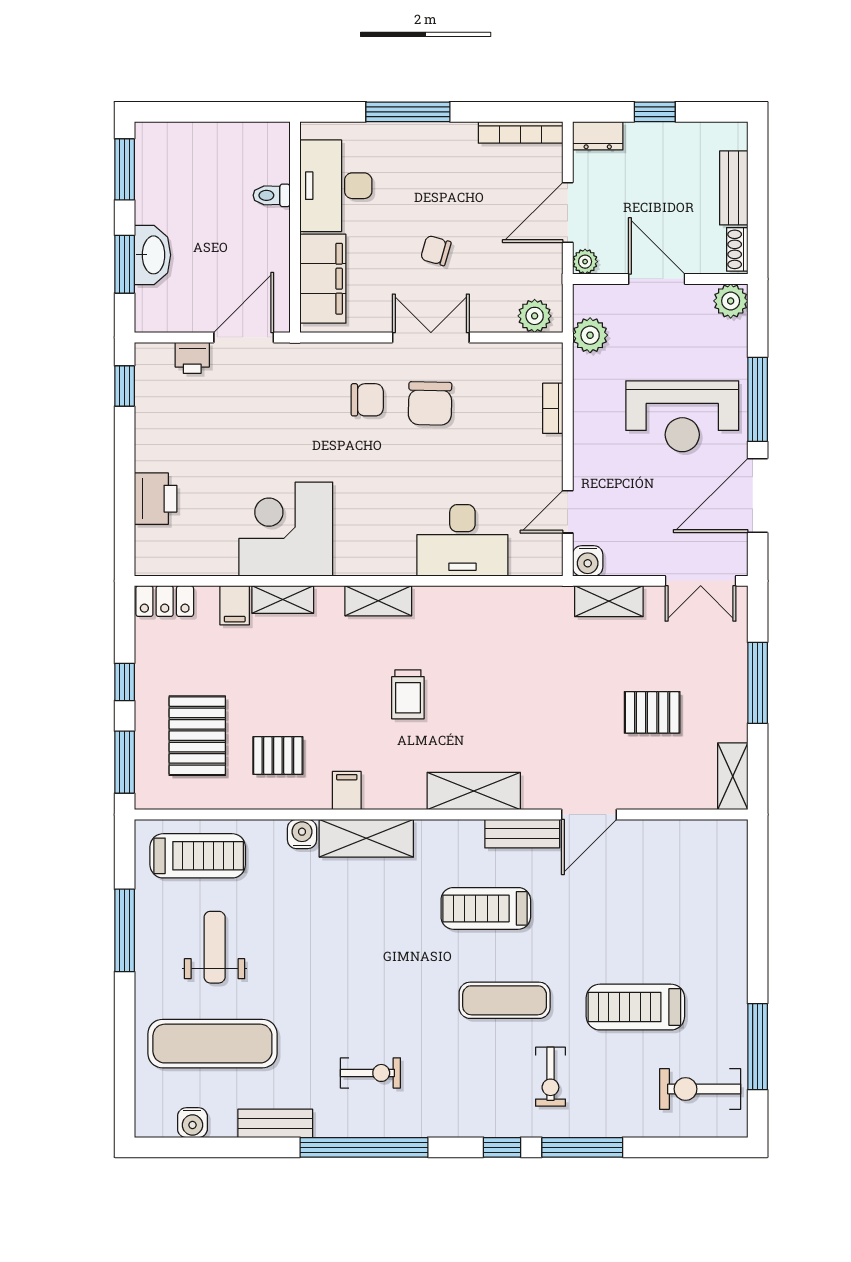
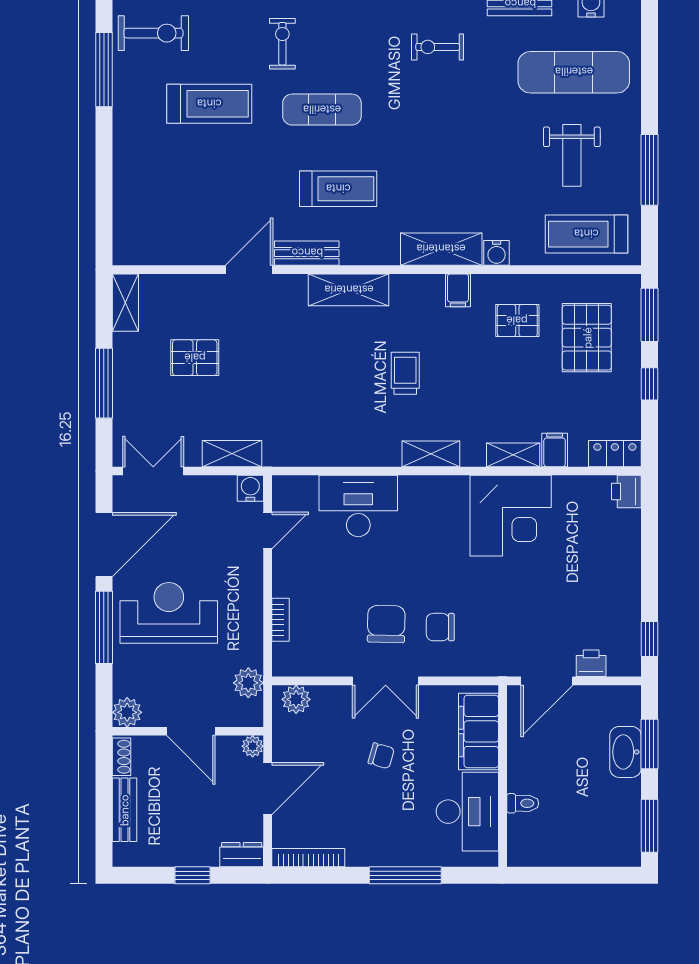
printer: (156, 499) -> (626, 491), moved, width x0.73, depth x0.81

